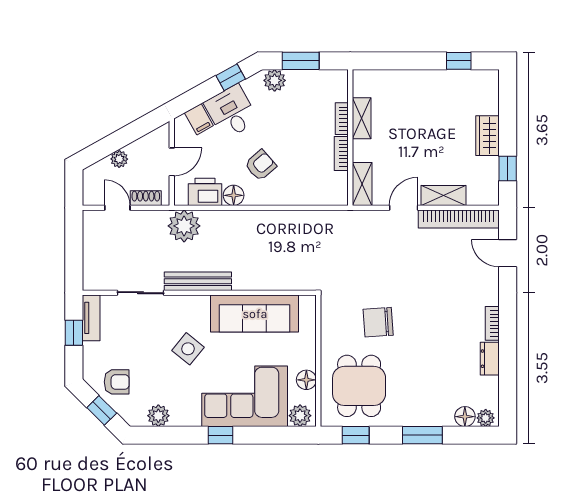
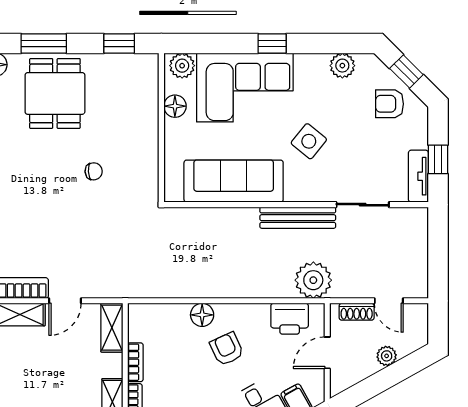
armchair: (261, 165) -> (227, 349), turned 106
floor lamp: (234, 195) -> (202, 315), moved
chair: (378, 322) -> (94, 171), width x0.54, depth x0.54
dining table: (359, 386) -> (55, 93), moved

